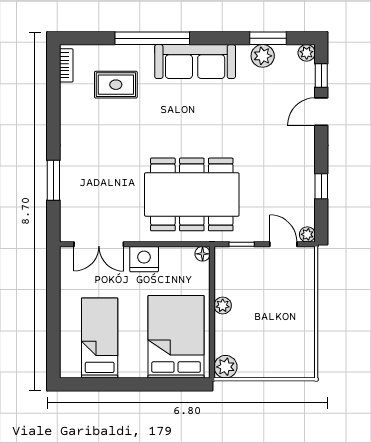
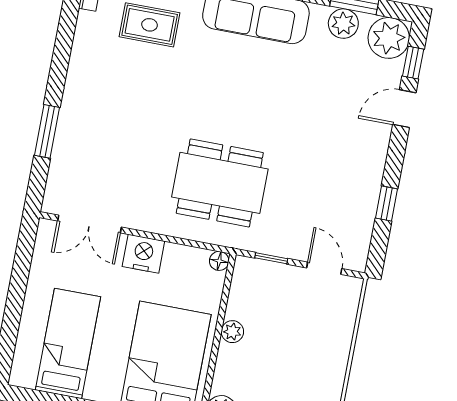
plant: (307, 53) -> (389, 38), width x1.87, depth x1.87
dining table: (192, 194) -> (220, 183), width x0.73, depth x0.80
plant: (307, 234) -> (357, 262), removed

